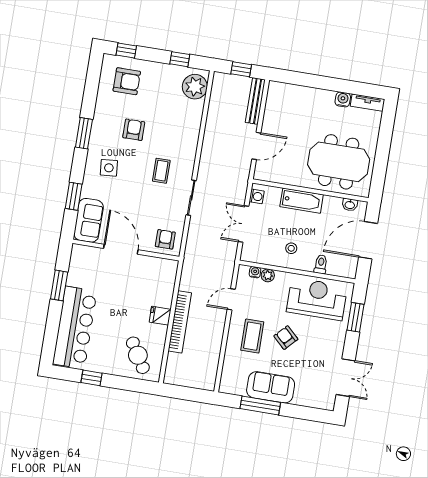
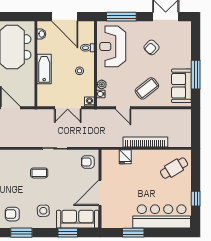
armchair: (134, 130) -> (12, 214), moved
washing machine: (257, 196) -> (89, 102), moved
sofa: (89, 220) -> (78, 219), width x1.36
fridge: (160, 316) -> (125, 157), moved
window: (355, 317) -> (121, 17), width x1.44
coffee table: (252, 336) -> (147, 88), turned -38
armchair: (286, 338) -> (151, 47), moved
sofa: (271, 387) -> (181, 86), moved

